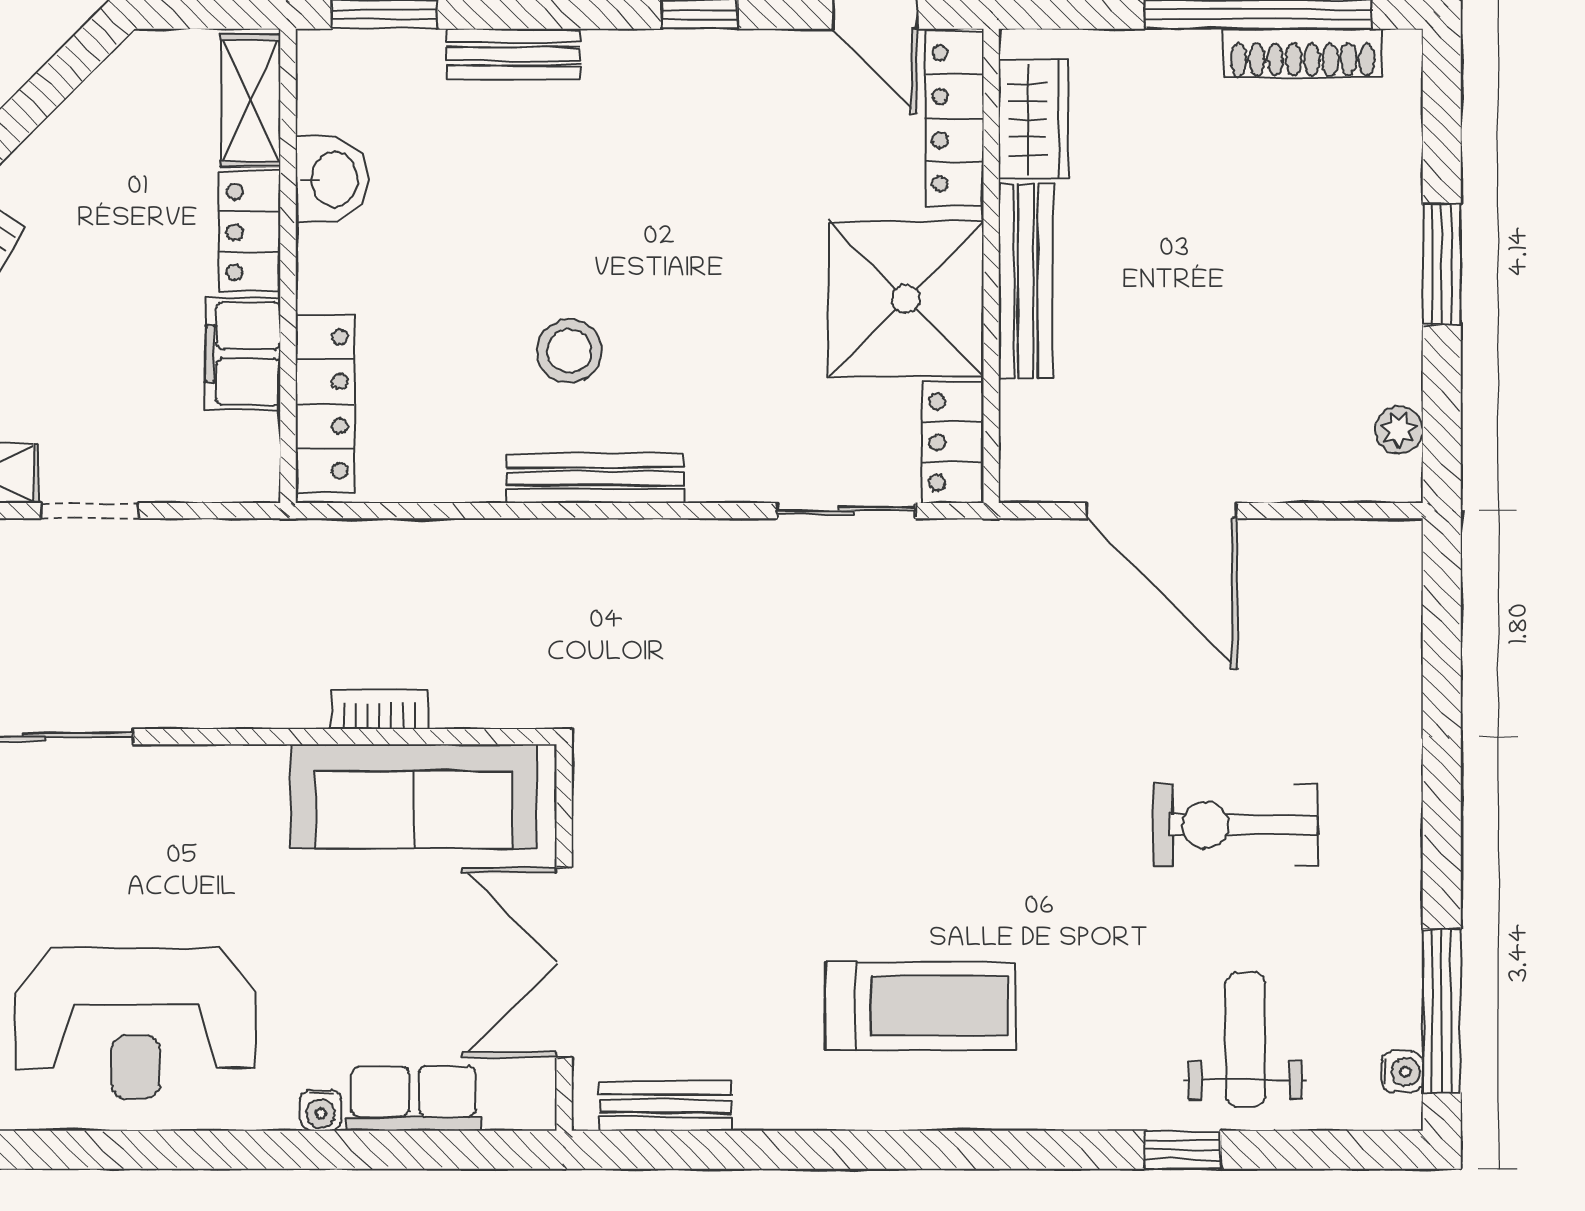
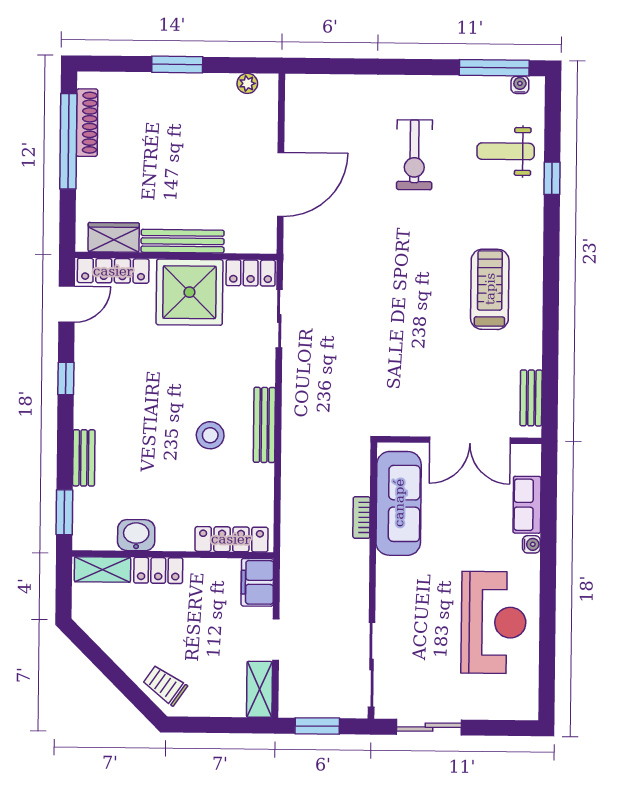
filing cabinet: (243, 354) -> (257, 582), moved, turned 90

